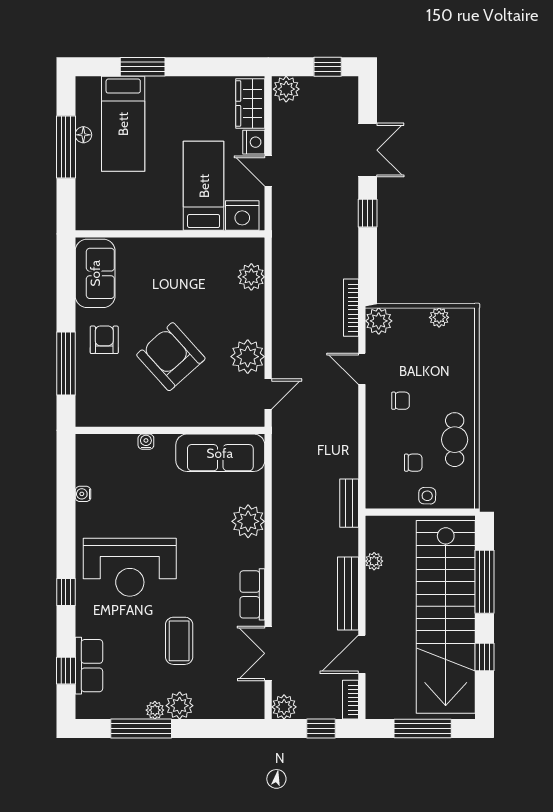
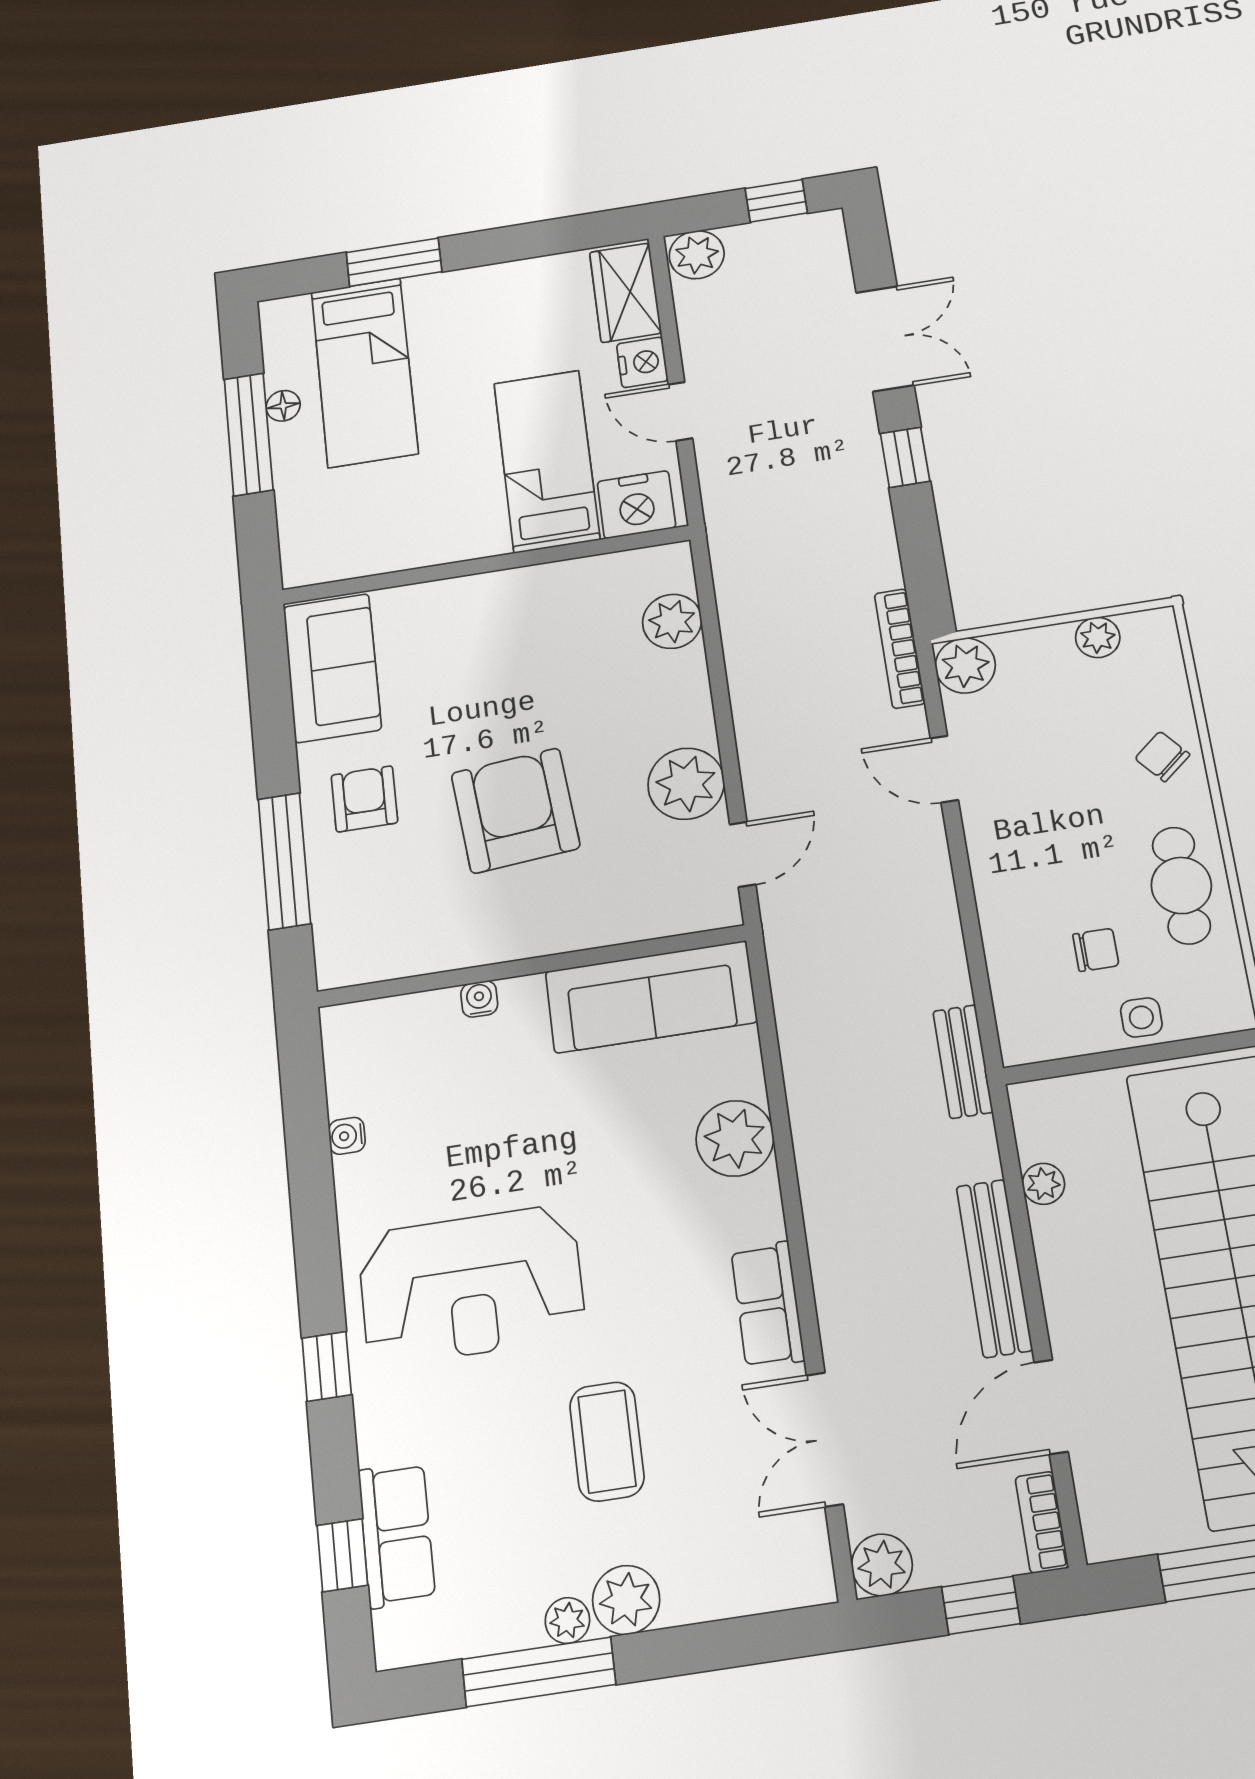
armchair: (171, 357) -> (515, 811), turned 37
chair: (401, 401) -> (1162, 757), moved, turned -130

